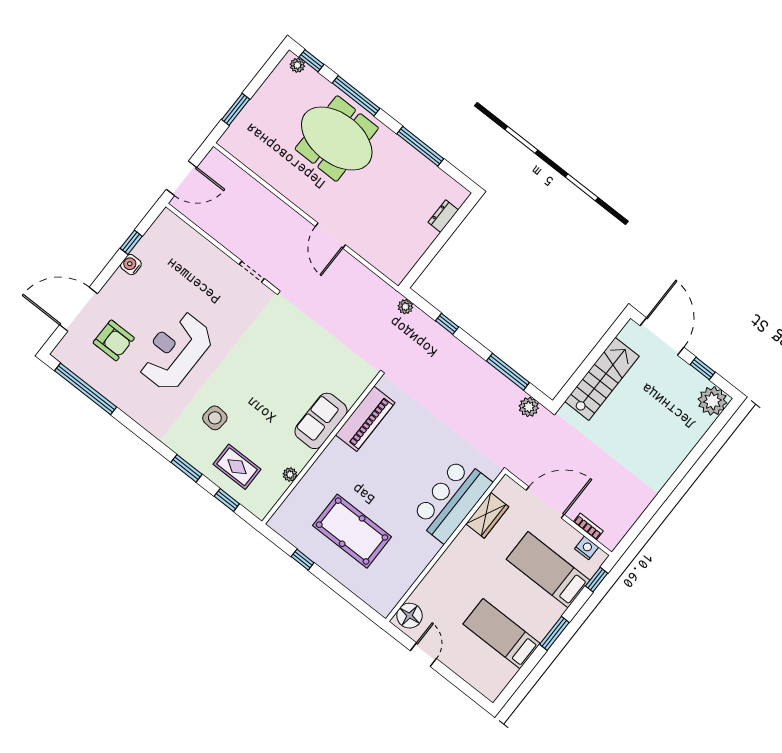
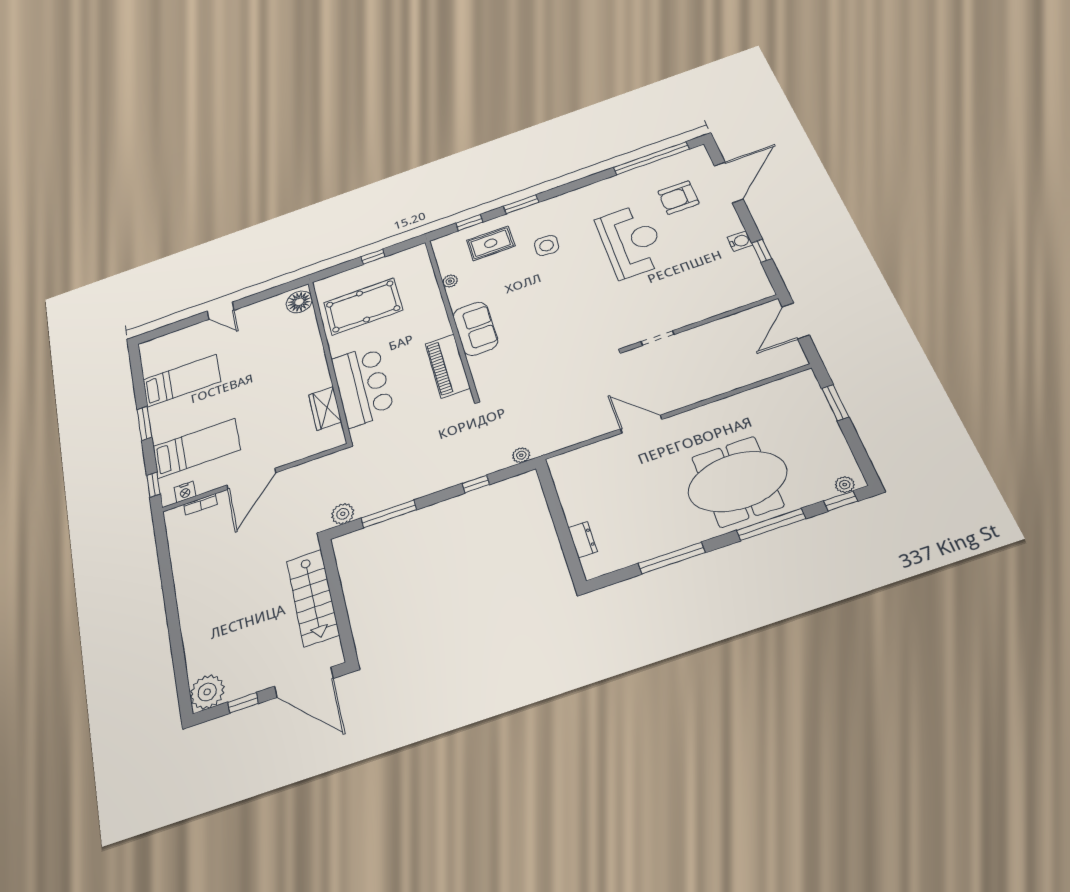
bar counter: (452, 500) -> (363, 386), moved
wardrobe: (487, 515) -> (325, 408), moved
wall: (446, 546) -> (329, 360), moved
floor lamp: (409, 616) -> (299, 302), moved

